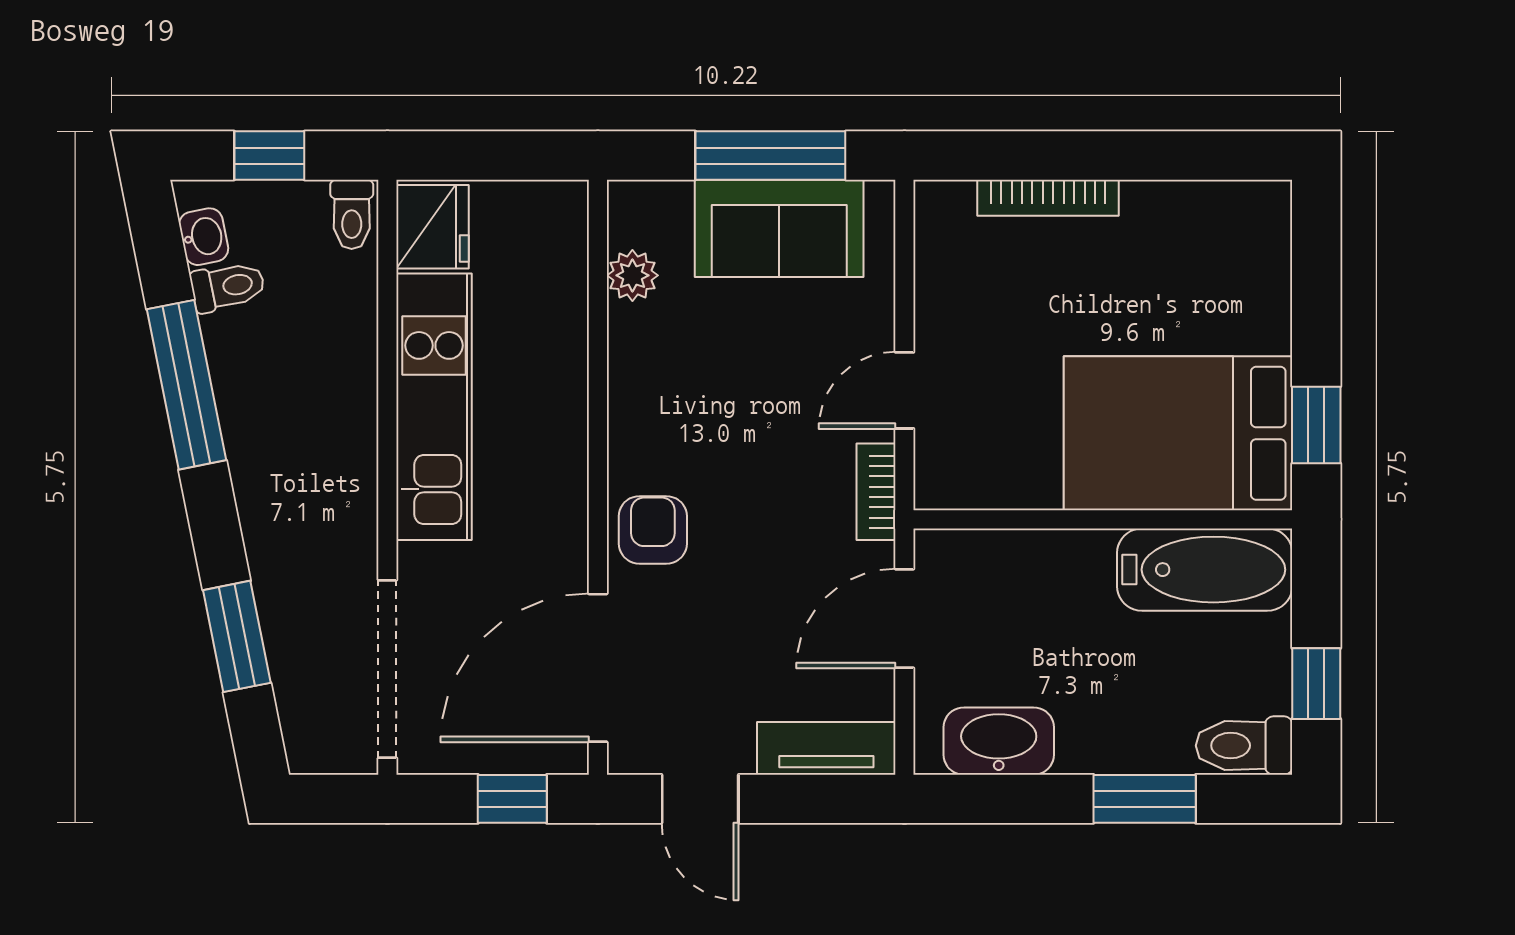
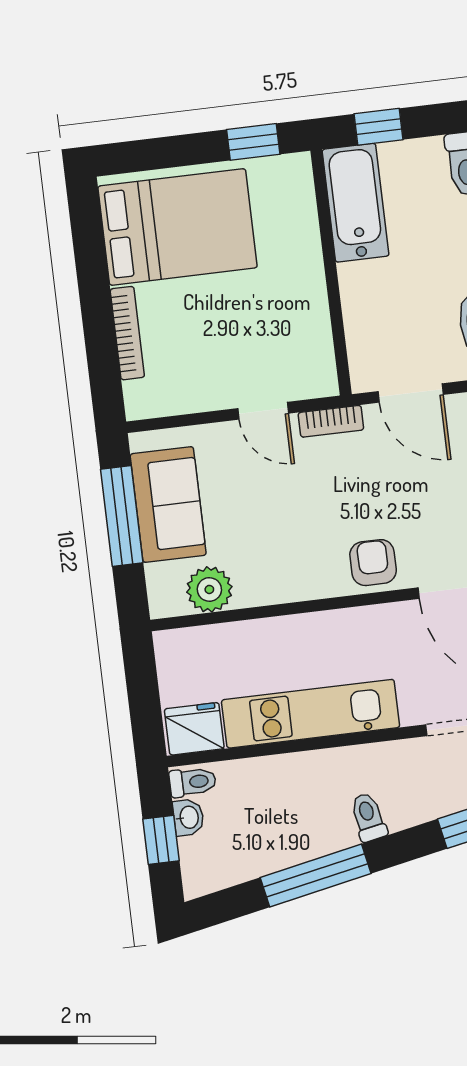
washbasin: (204, 237) -> (188, 817), moved, turned 101
plant: (632, 275) -> (209, 589), width x1.38, depth x1.38
toilet: (228, 287) -> (368, 817), moved
bed: (1178, 433) -> (177, 227), moved, turned -90
armchair: (653, 530) -> (373, 563), turned 90
window: (1316, 684) -> (379, 127), moved

